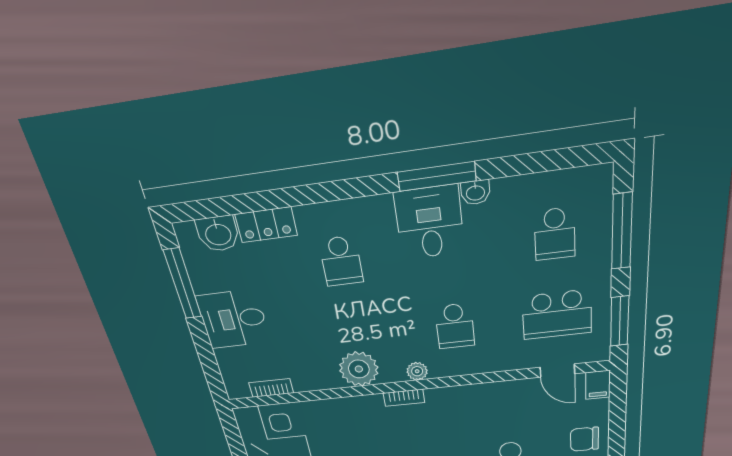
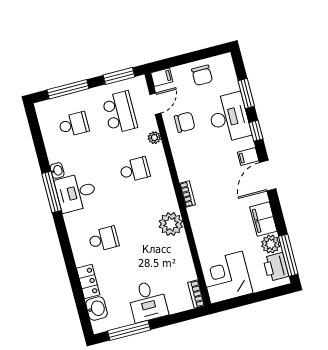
plant: (417, 371) -> (154, 138), moved
bookcase: (271, 388) -> (196, 294), moved
chair: (518, 407) -> (185, 122), added

